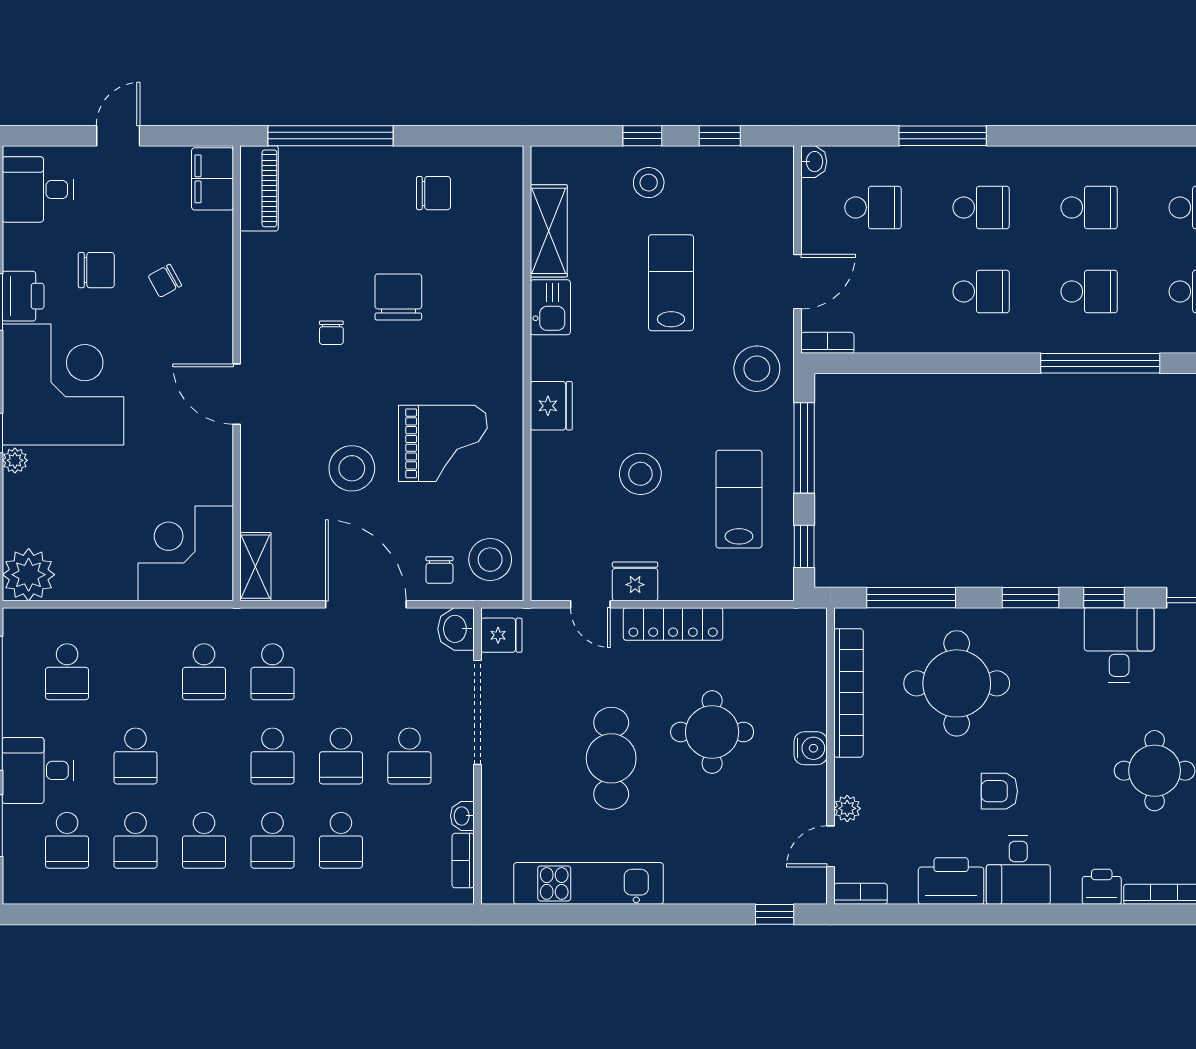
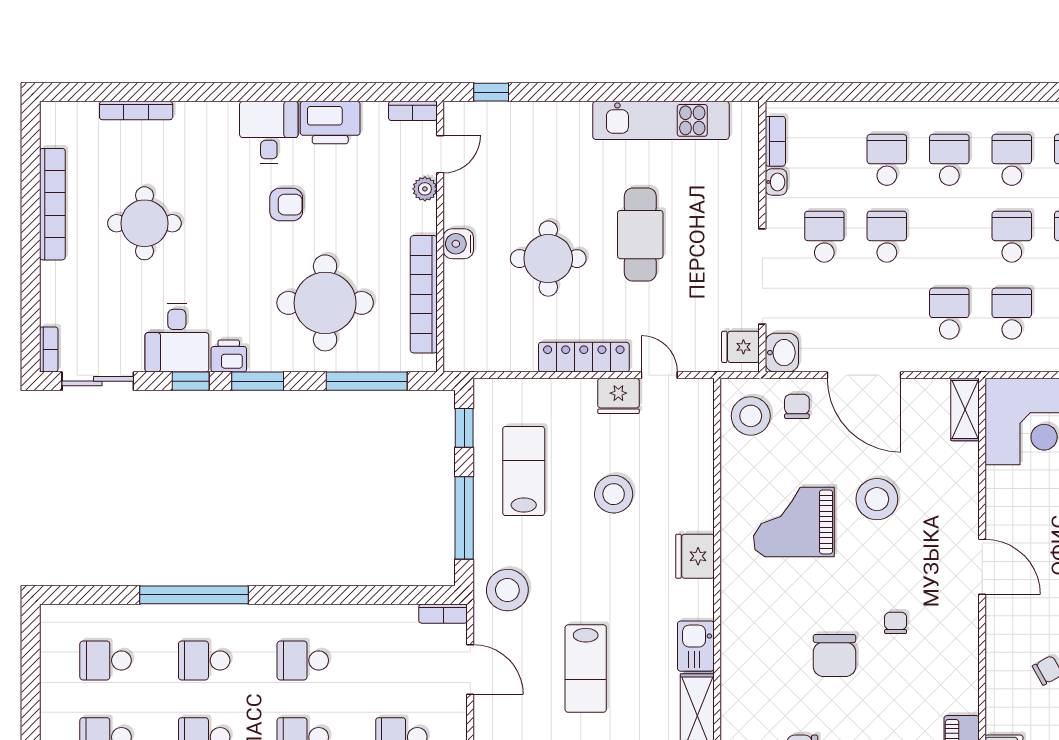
door: (798, 282) -> (470, 669), swing flipped
lab bench: (739, 499) -> (524, 471), turned 180
school desk: (272, 756) -> (1012, 237), moved
printer: (1102, 887) -> (229, 356), moved, turned 180

